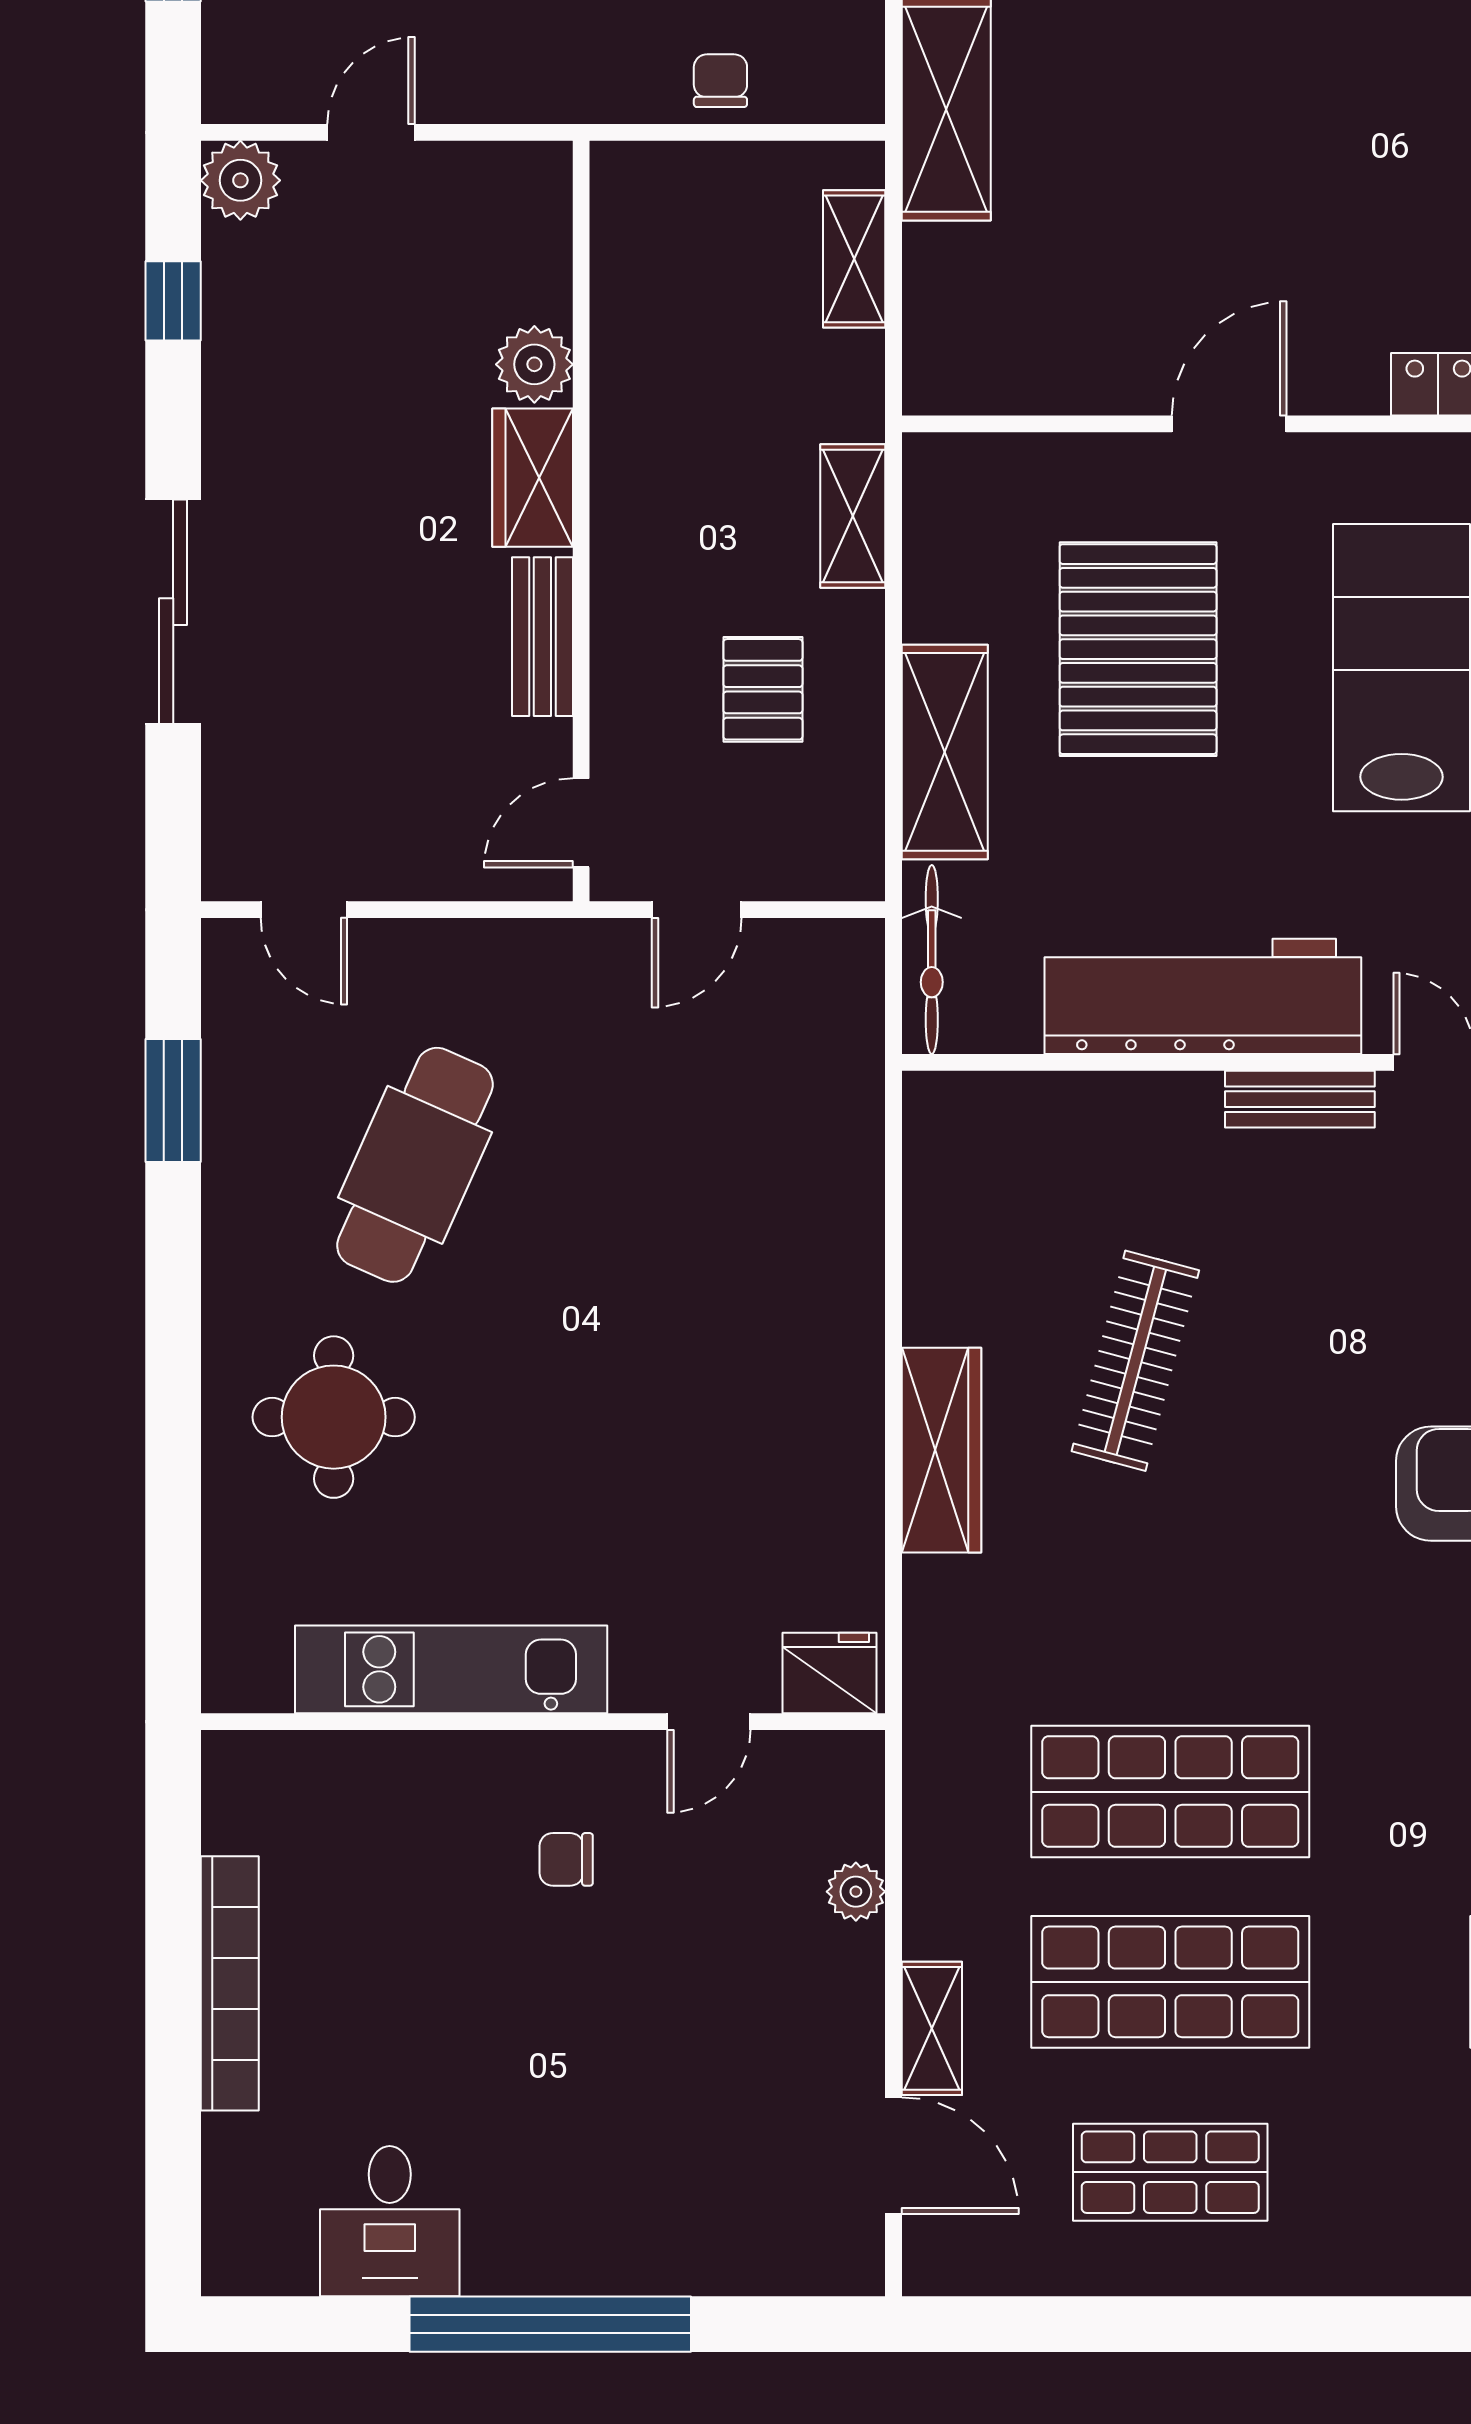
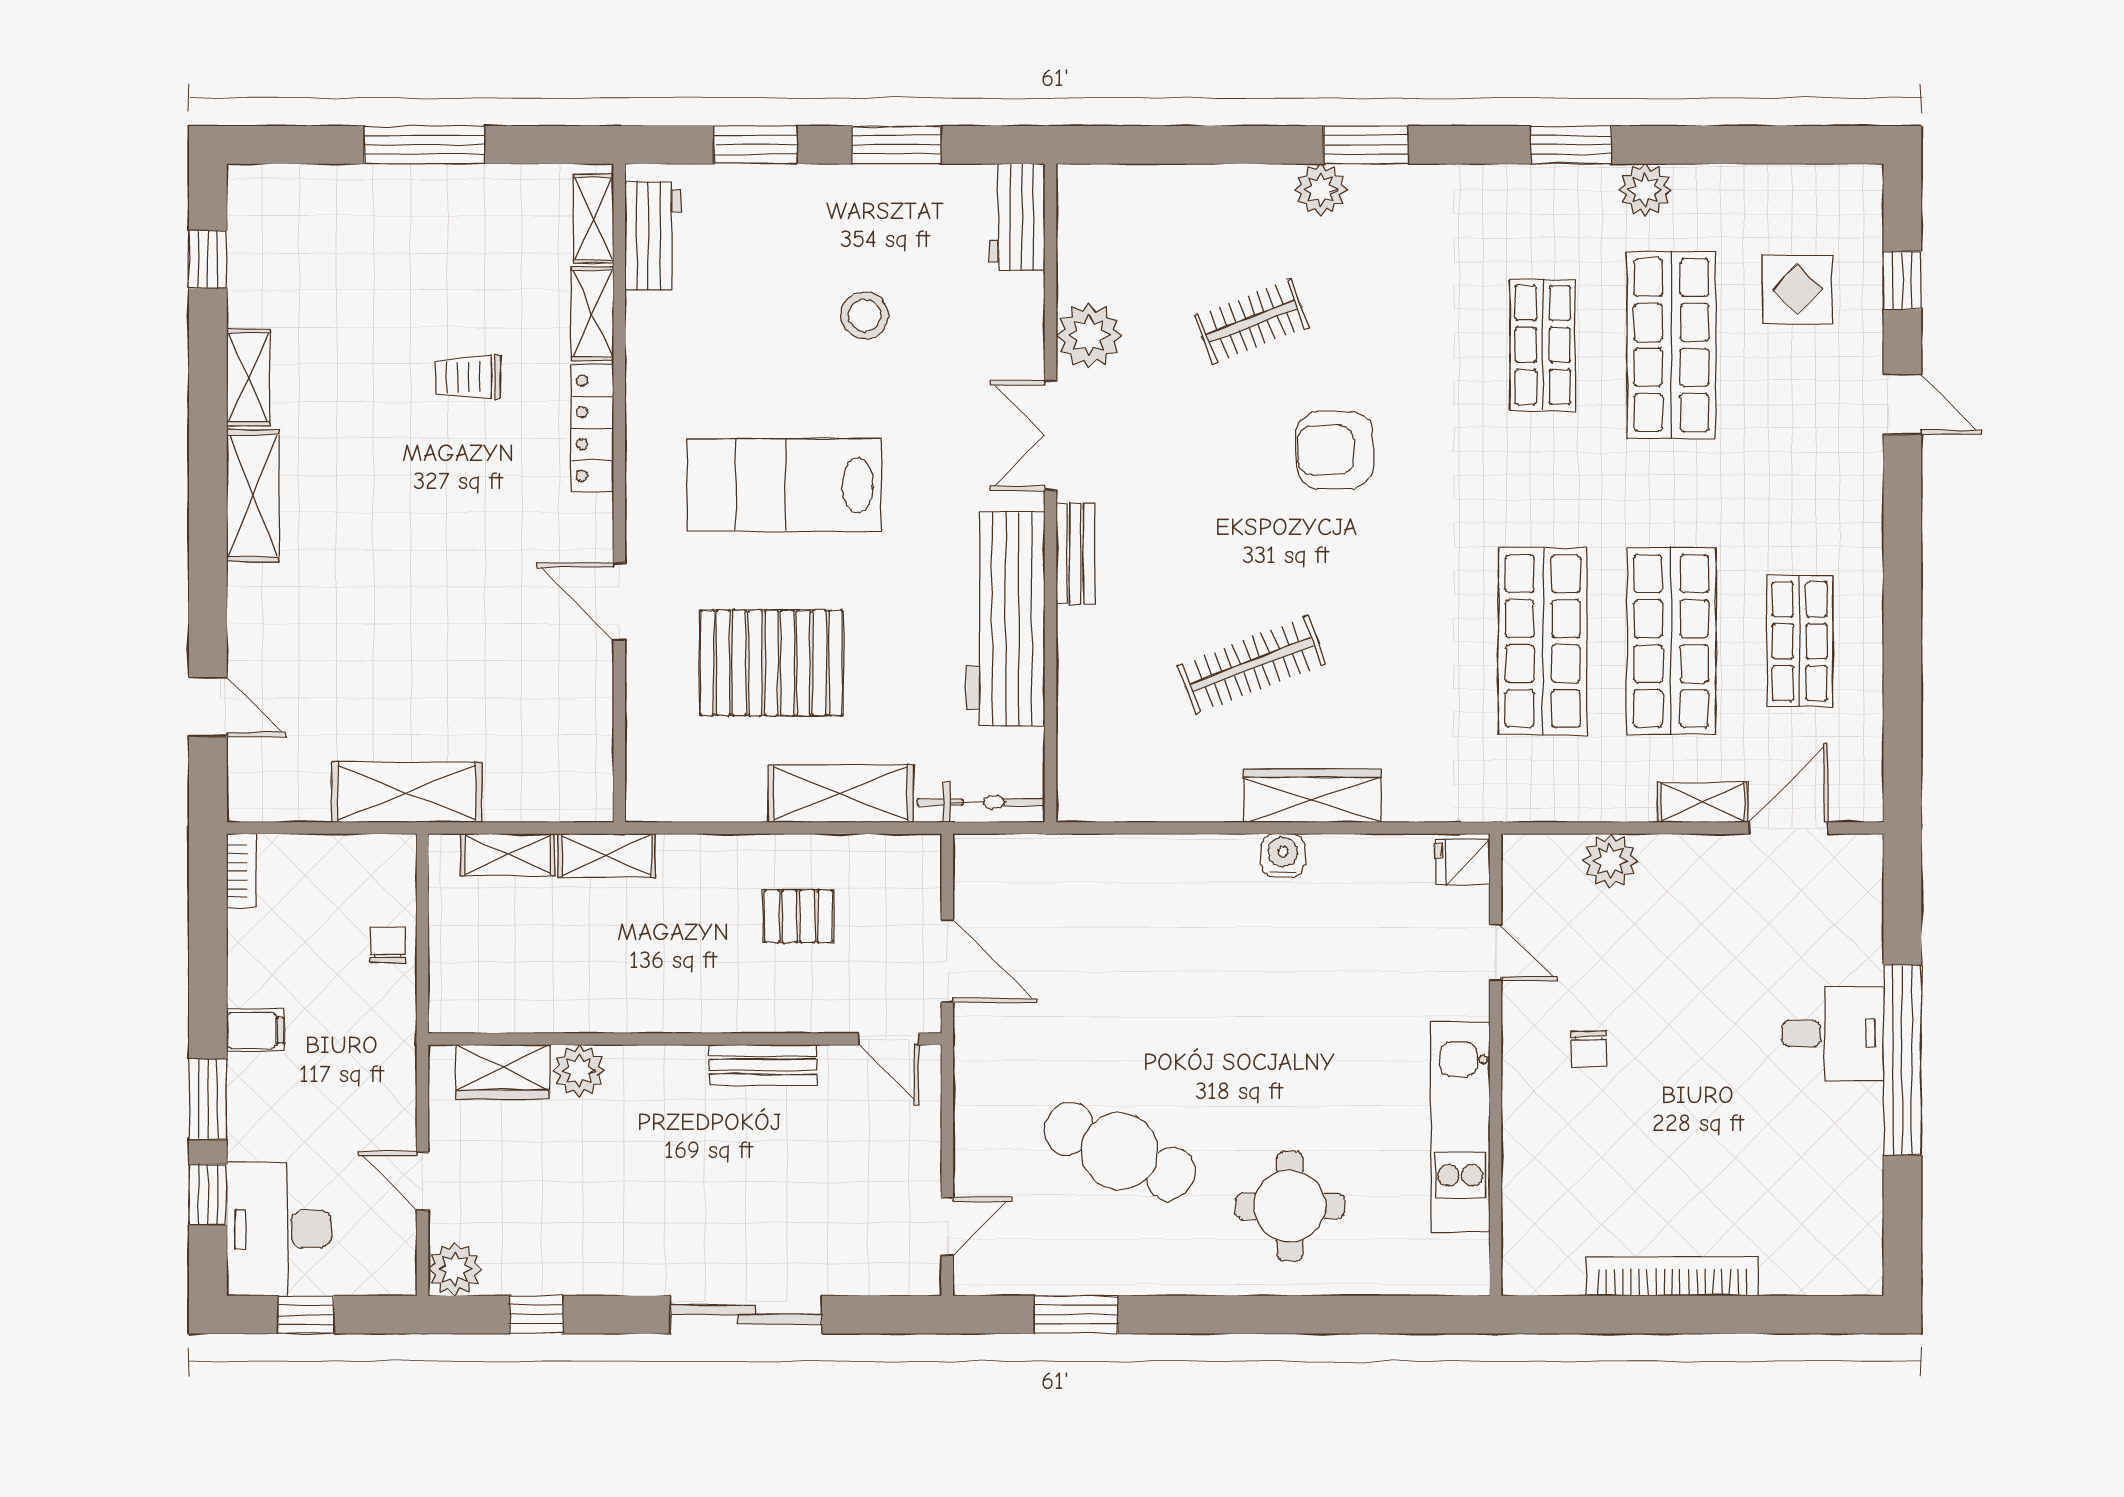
chair: (720, 81) -> (388, 945), turned 90
wardrobe: (533, 478) -> (503, 1072), moved
shelving: (853, 516) -> (607, 856), moved
door: (697, 910) -> (947, 961), width x1.38
clothes rail: (1135, 1361) -> (1252, 665), turned -36
water cooler: (853, 1407) -> (1283, 855), added
fridge: (830, 1673) -> (1463, 862), width x0.72
plant: (856, 1892) -> (1610, 861), width x1.38, depth x1.38
desk: (390, 2221) -> (1833, 1034), moved

